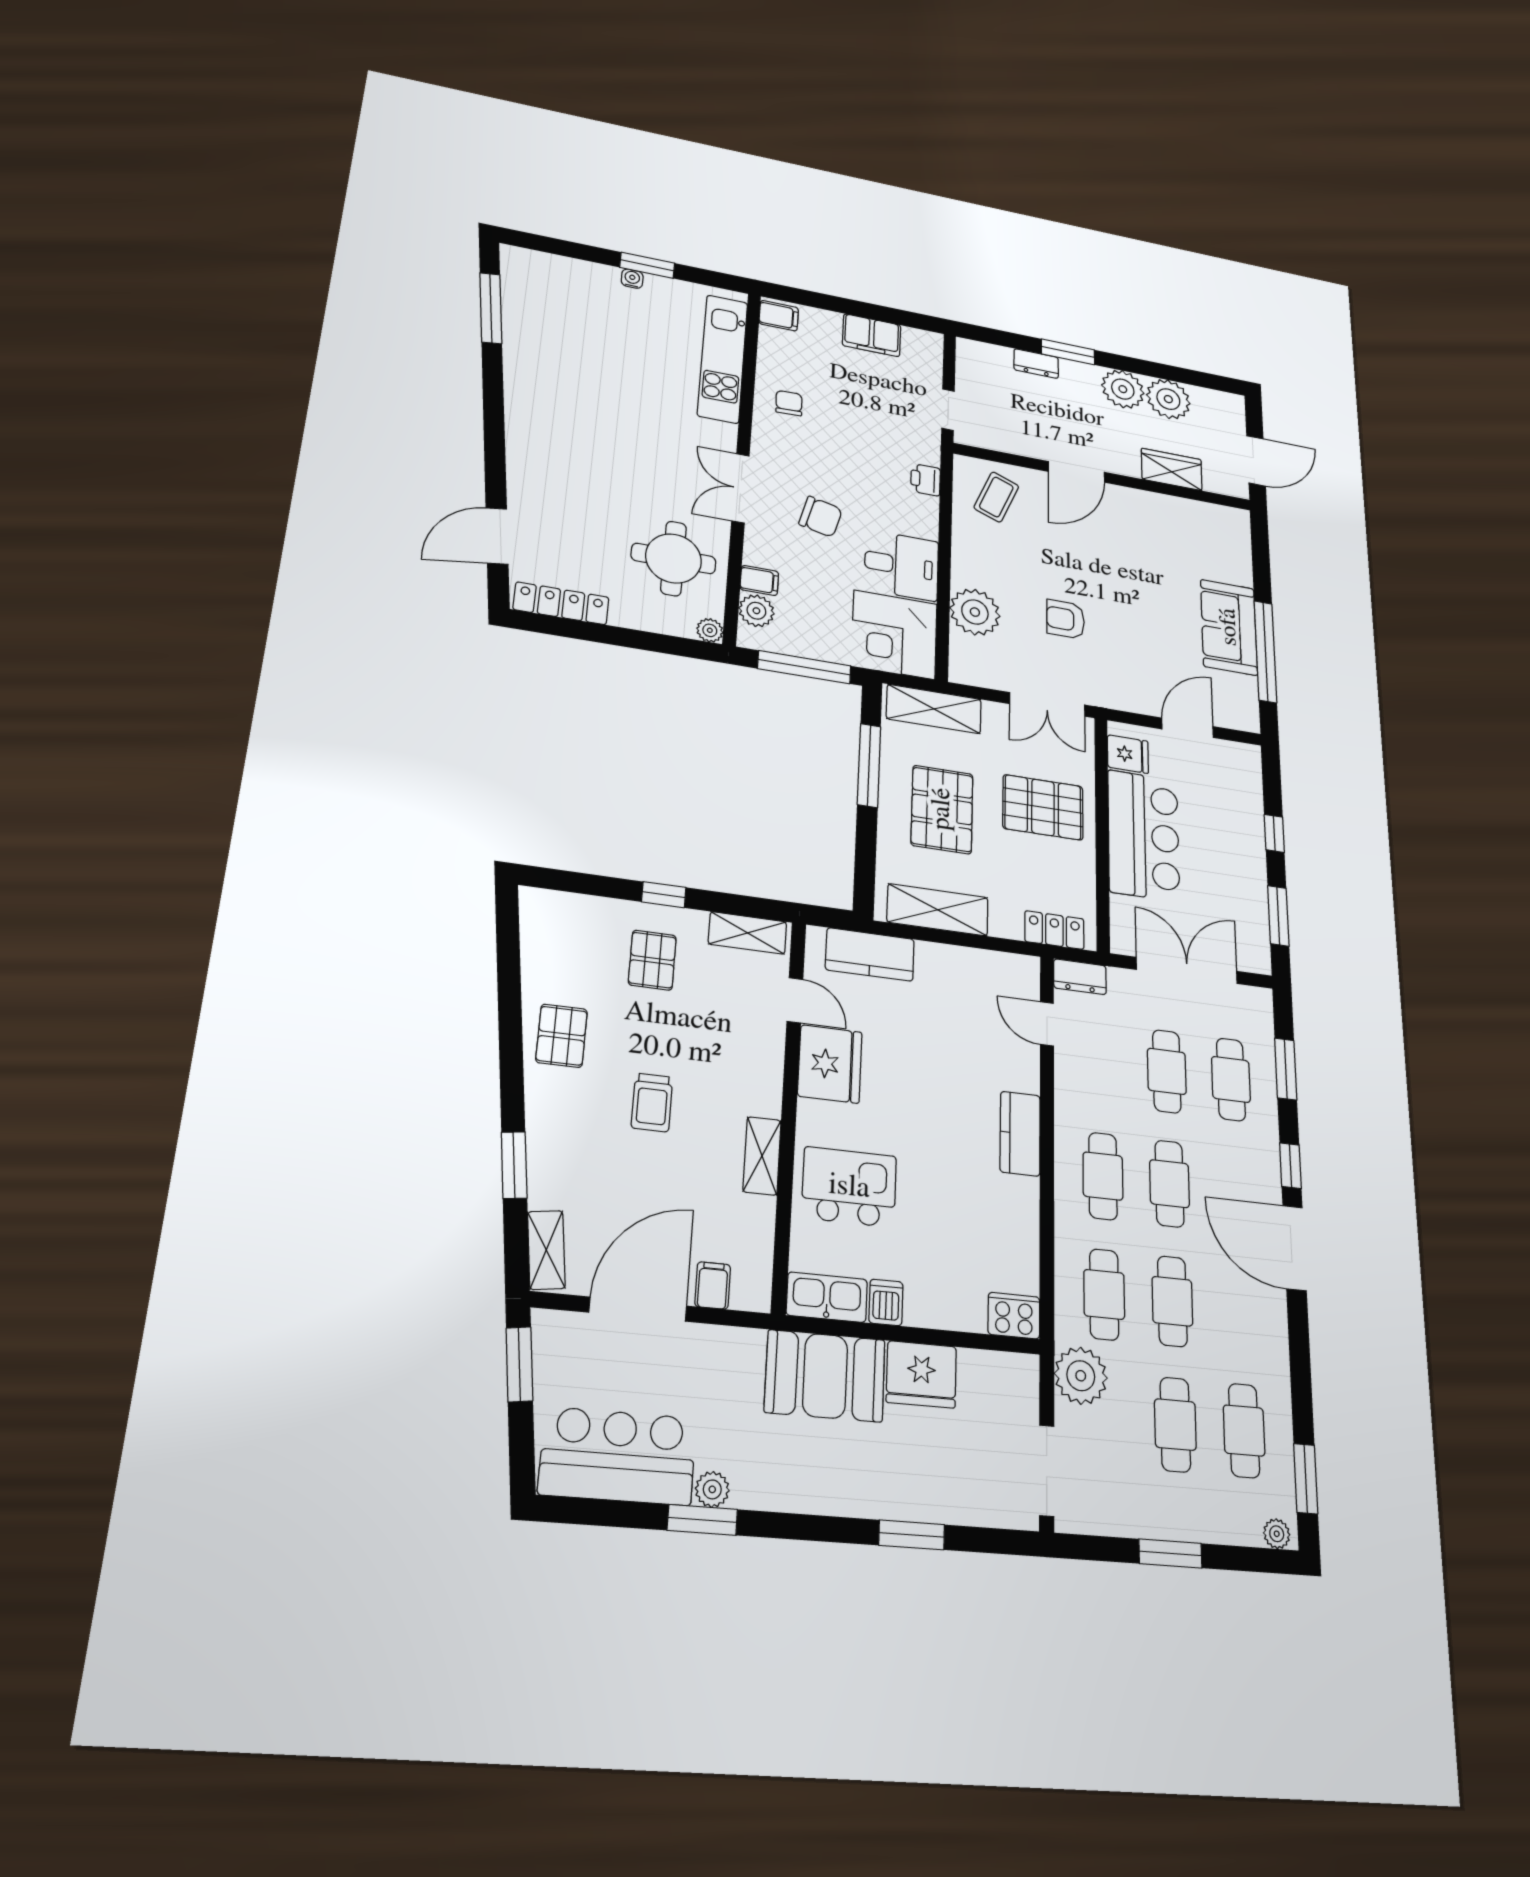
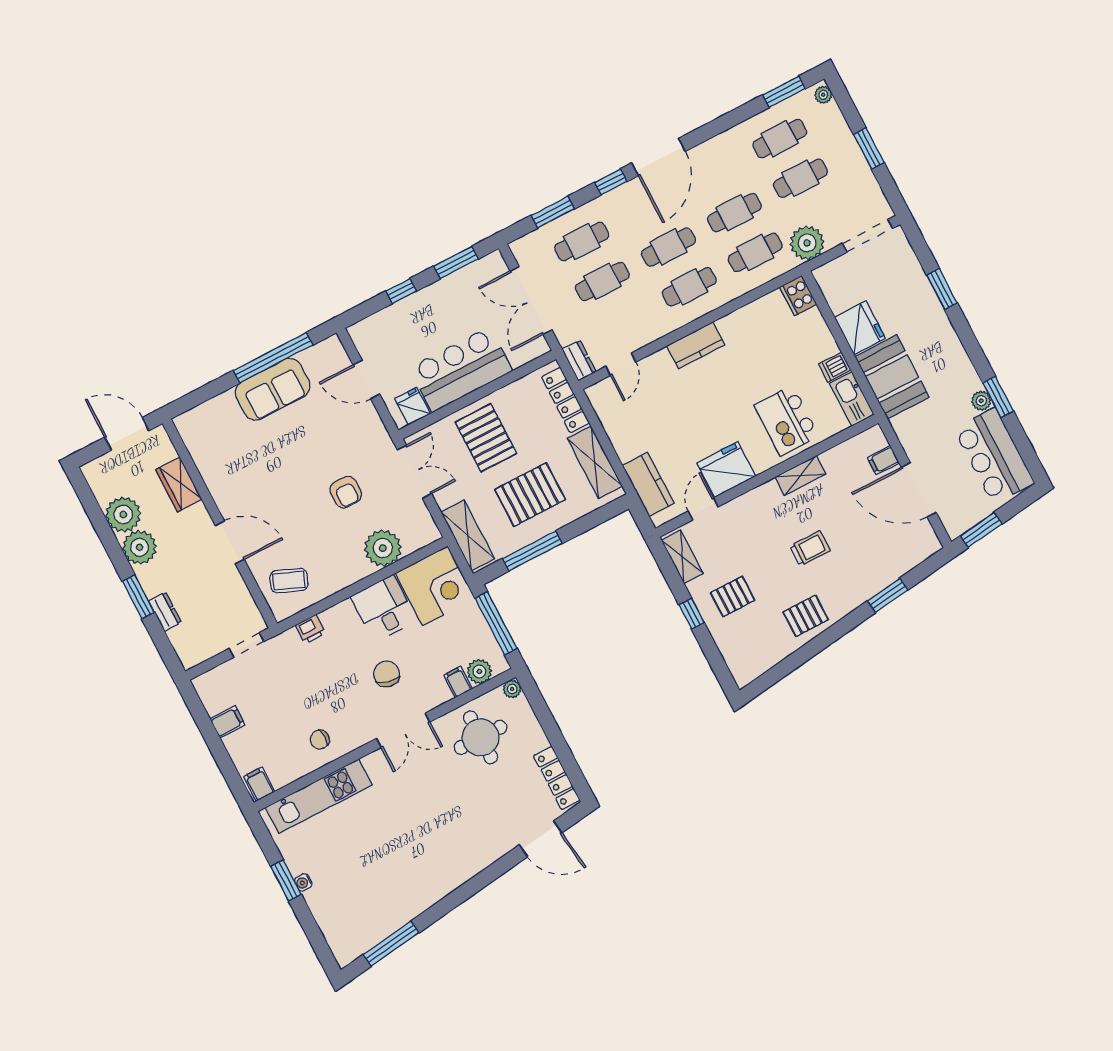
filing cabinet: (872, 335) -> (228, 722), width x0.50
locker: (1054, 930) -> (565, 400), width x1.53
shelving: (546, 1250) -> (919, 553), removed

